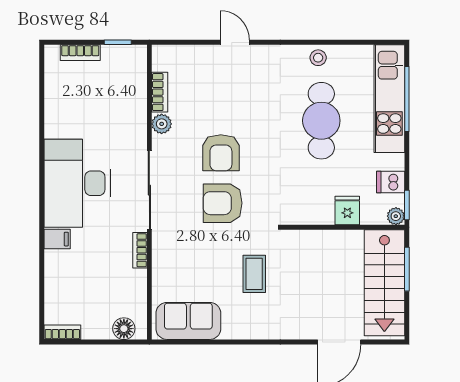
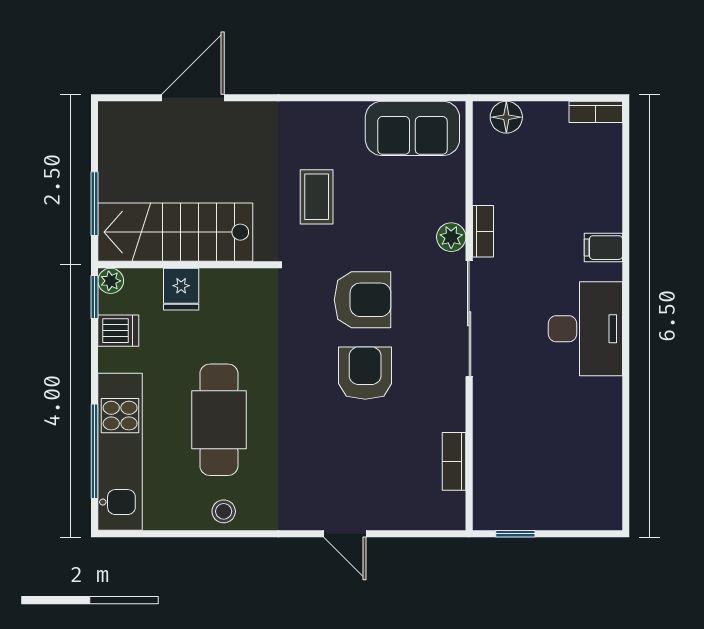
bookcase: (80, 53) -> (570, 519), removed
plant: (162, 124) -> (451, 237), moved
desk: (77, 183) -> (585, 329), width x0.73, depth x0.77
stairs: (384, 283) -> (175, 232), moved, turned -90

